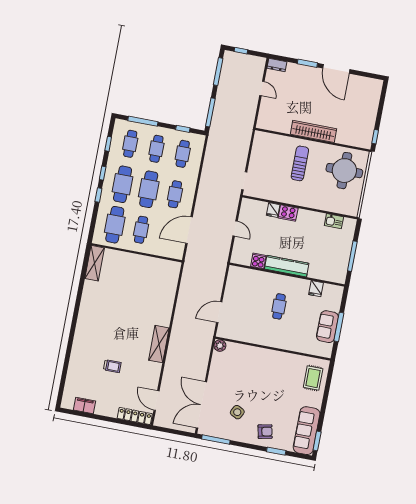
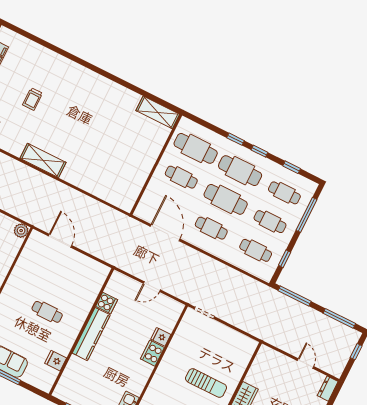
door: (262, 88) -> (305, 364), swing flipped

